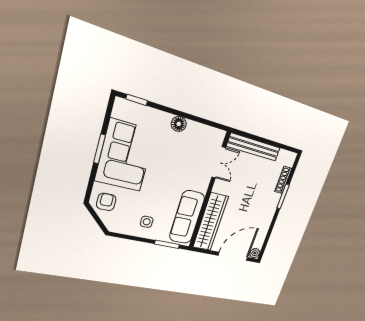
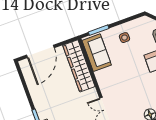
sofa: (187, 217) -> (97, 53), width x0.73
plant: (255, 253) -> (24, 64), removed

